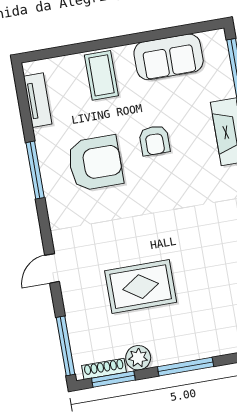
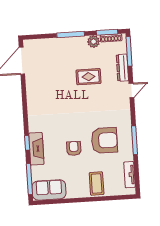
sofa: (169, 57) -> (49, 190), moved
armchair: (95, 163) -> (104, 140), turned 180
rug: (141, 287) -> (89, 77), width x0.73, depth x0.70
dresser: (75, 312) -> (122, 68), added

